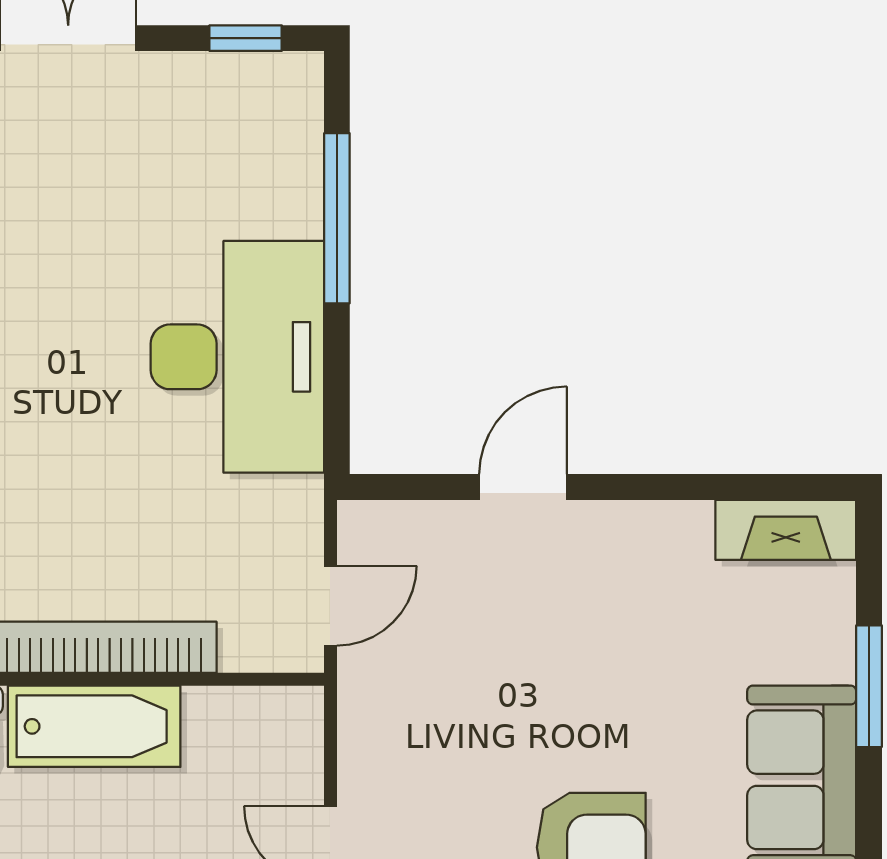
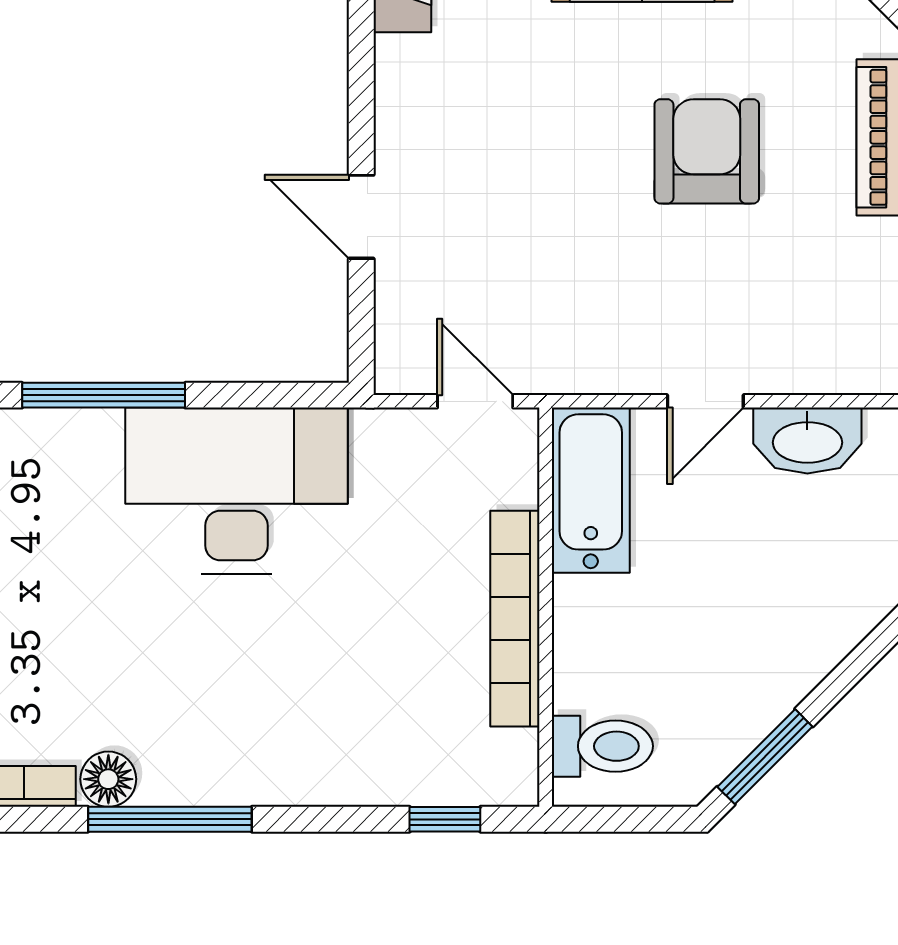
bathtub: (94, 726) -> (591, 490), moved

